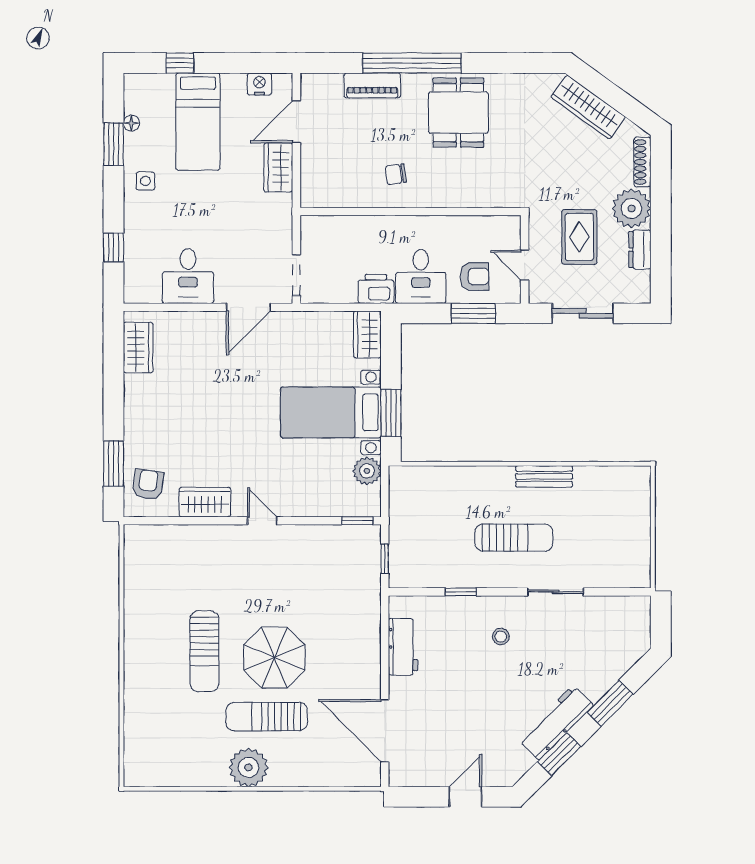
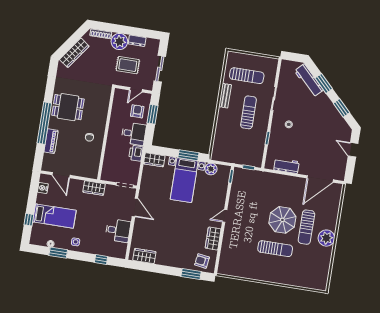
wardrobe: (278, 168) -> (94, 188), moved
sun lounger: (599, 520) -> (247, 76), added
workbench: (556, 723) -> (309, 80), moved

